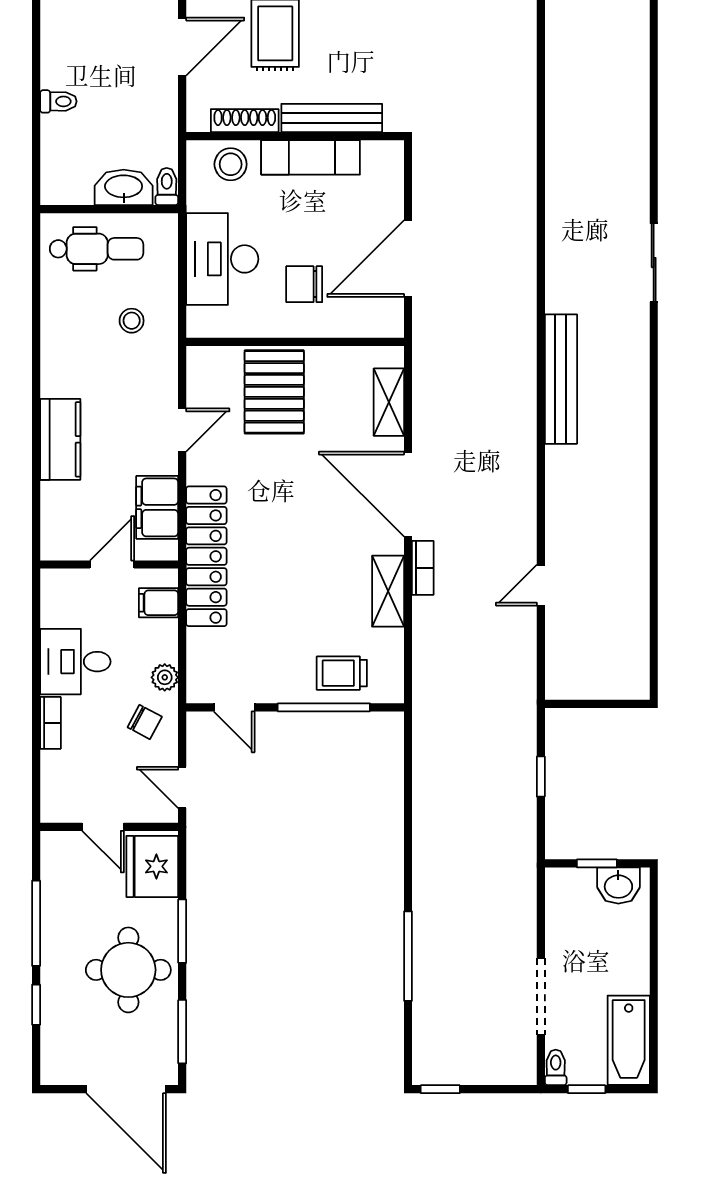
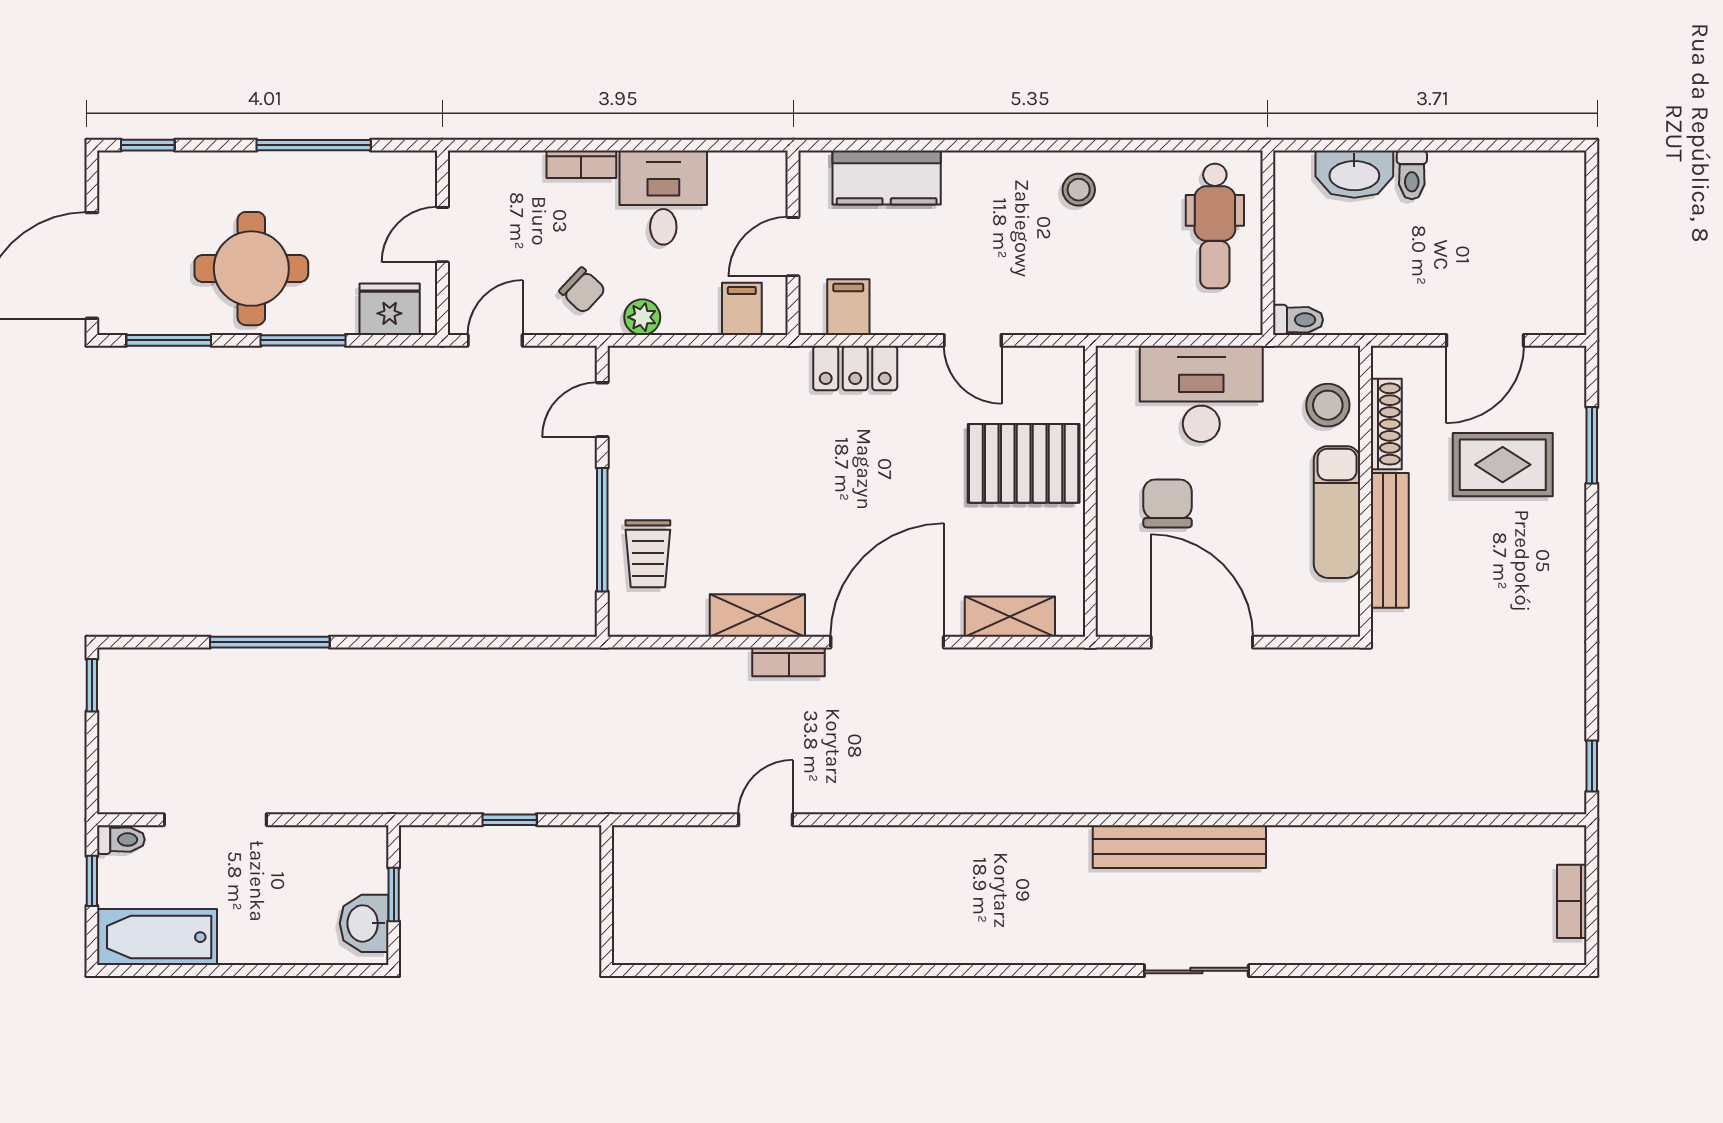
door: (182, 47) -> (1485, 340), hinge flipped
washbasin: (124, 187) -> (1354, 174), moved, turned 90
stool: (132, 321) -> (1079, 190), moved
bench: (561, 379) -> (1179, 847), moved
kitchen counter: (60, 439) -> (887, 177), moved
filing cabinet: (157, 507) -> (848, 307), width x0.50
locker: (206, 556) -> (855, 368), width x0.46, depth x0.83
door: (112, 564) -> (793, 247), swing flipped
door: (541, 585) -> (766, 820), hinge flipped
trolley: (342, 673) -> (648, 554), turned 180
chair: (145, 722) -> (583, 290), turned -75
fridge: (152, 866) -> (390, 309), width x0.73, depth x0.75
window: (36, 1005) -> (148, 145), moved

